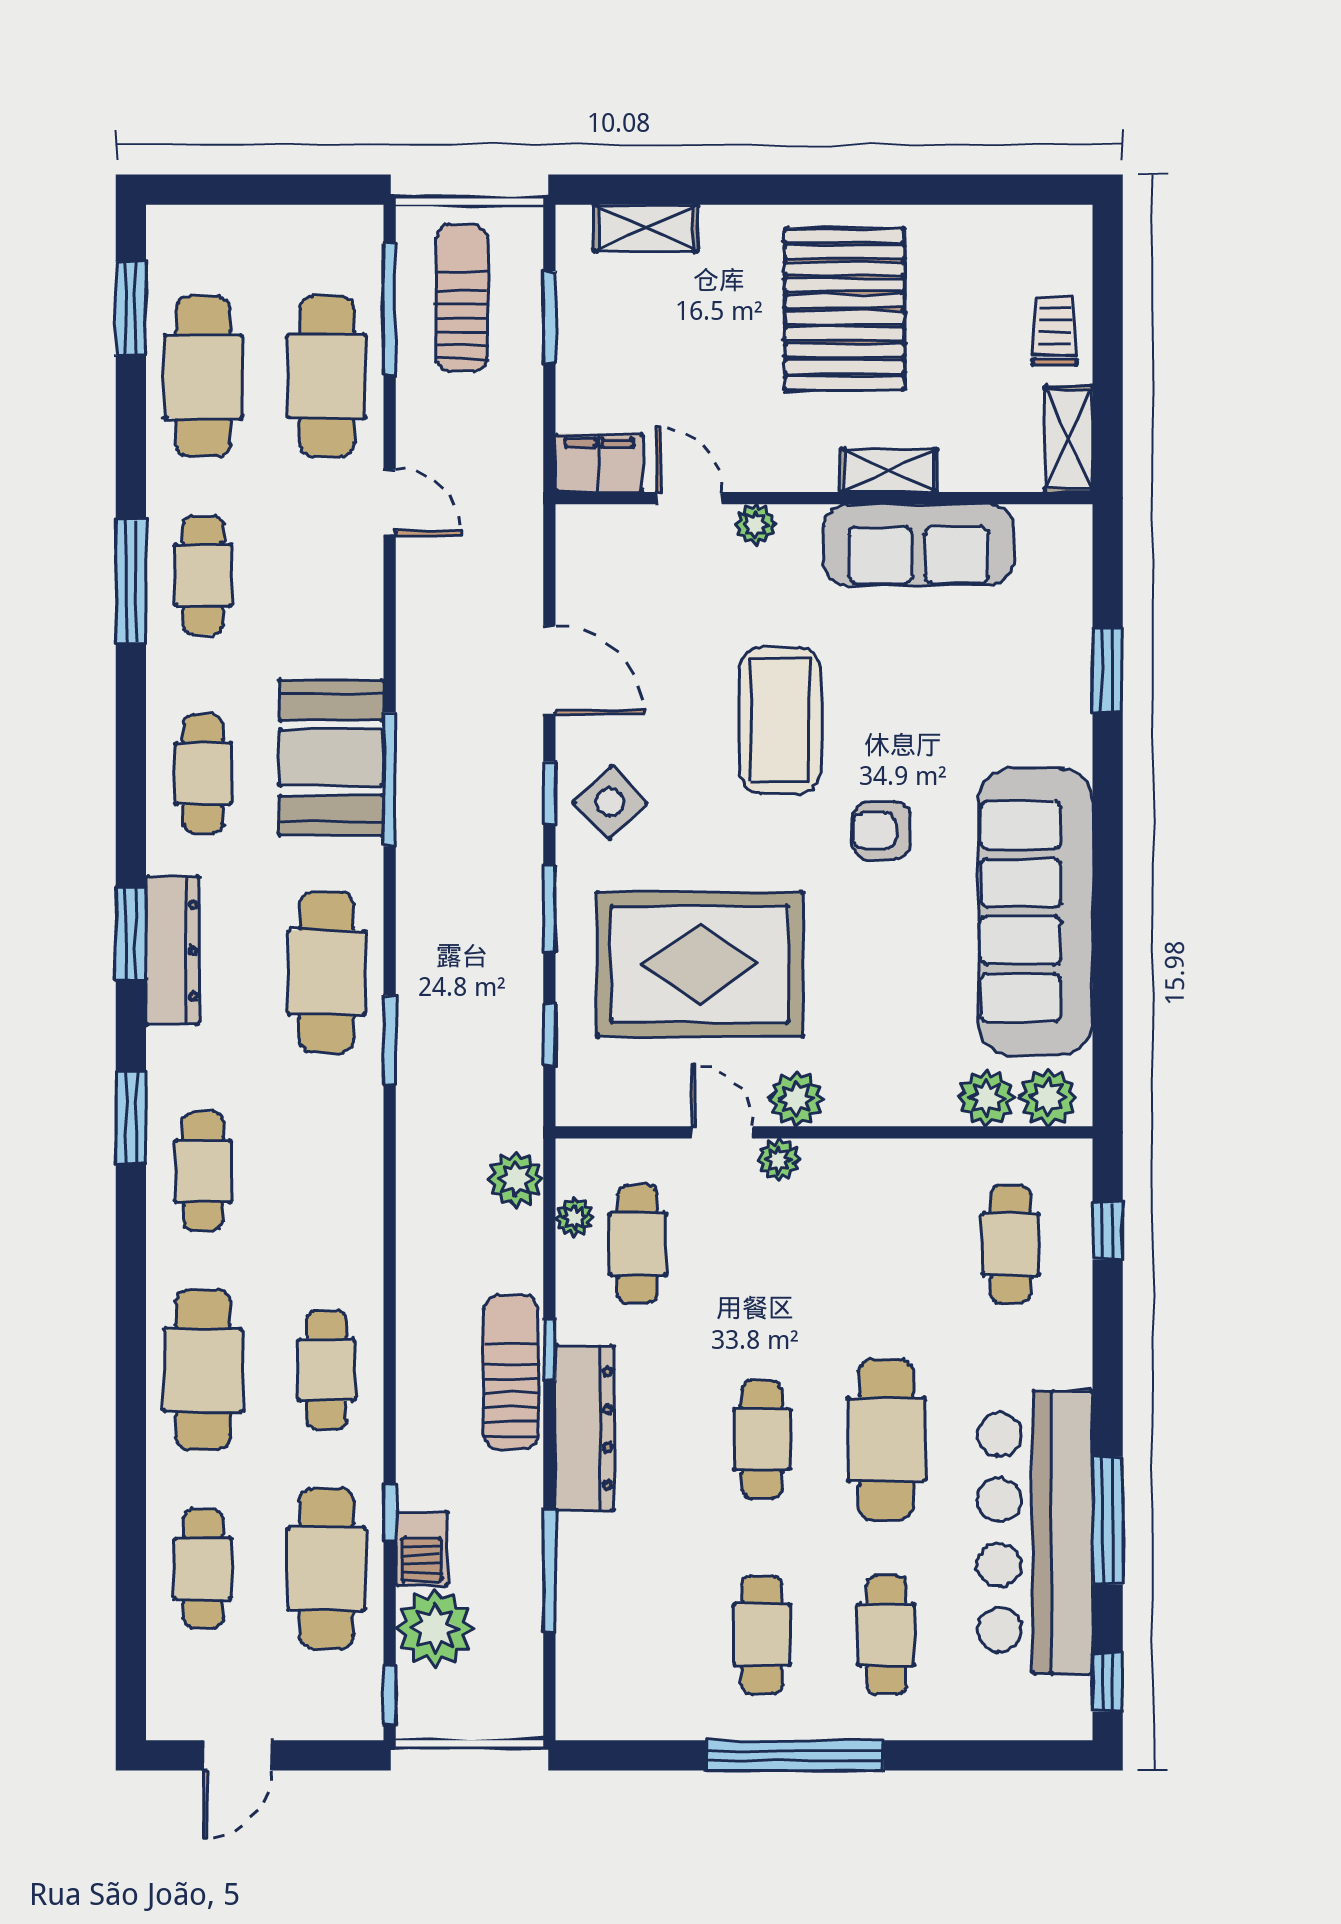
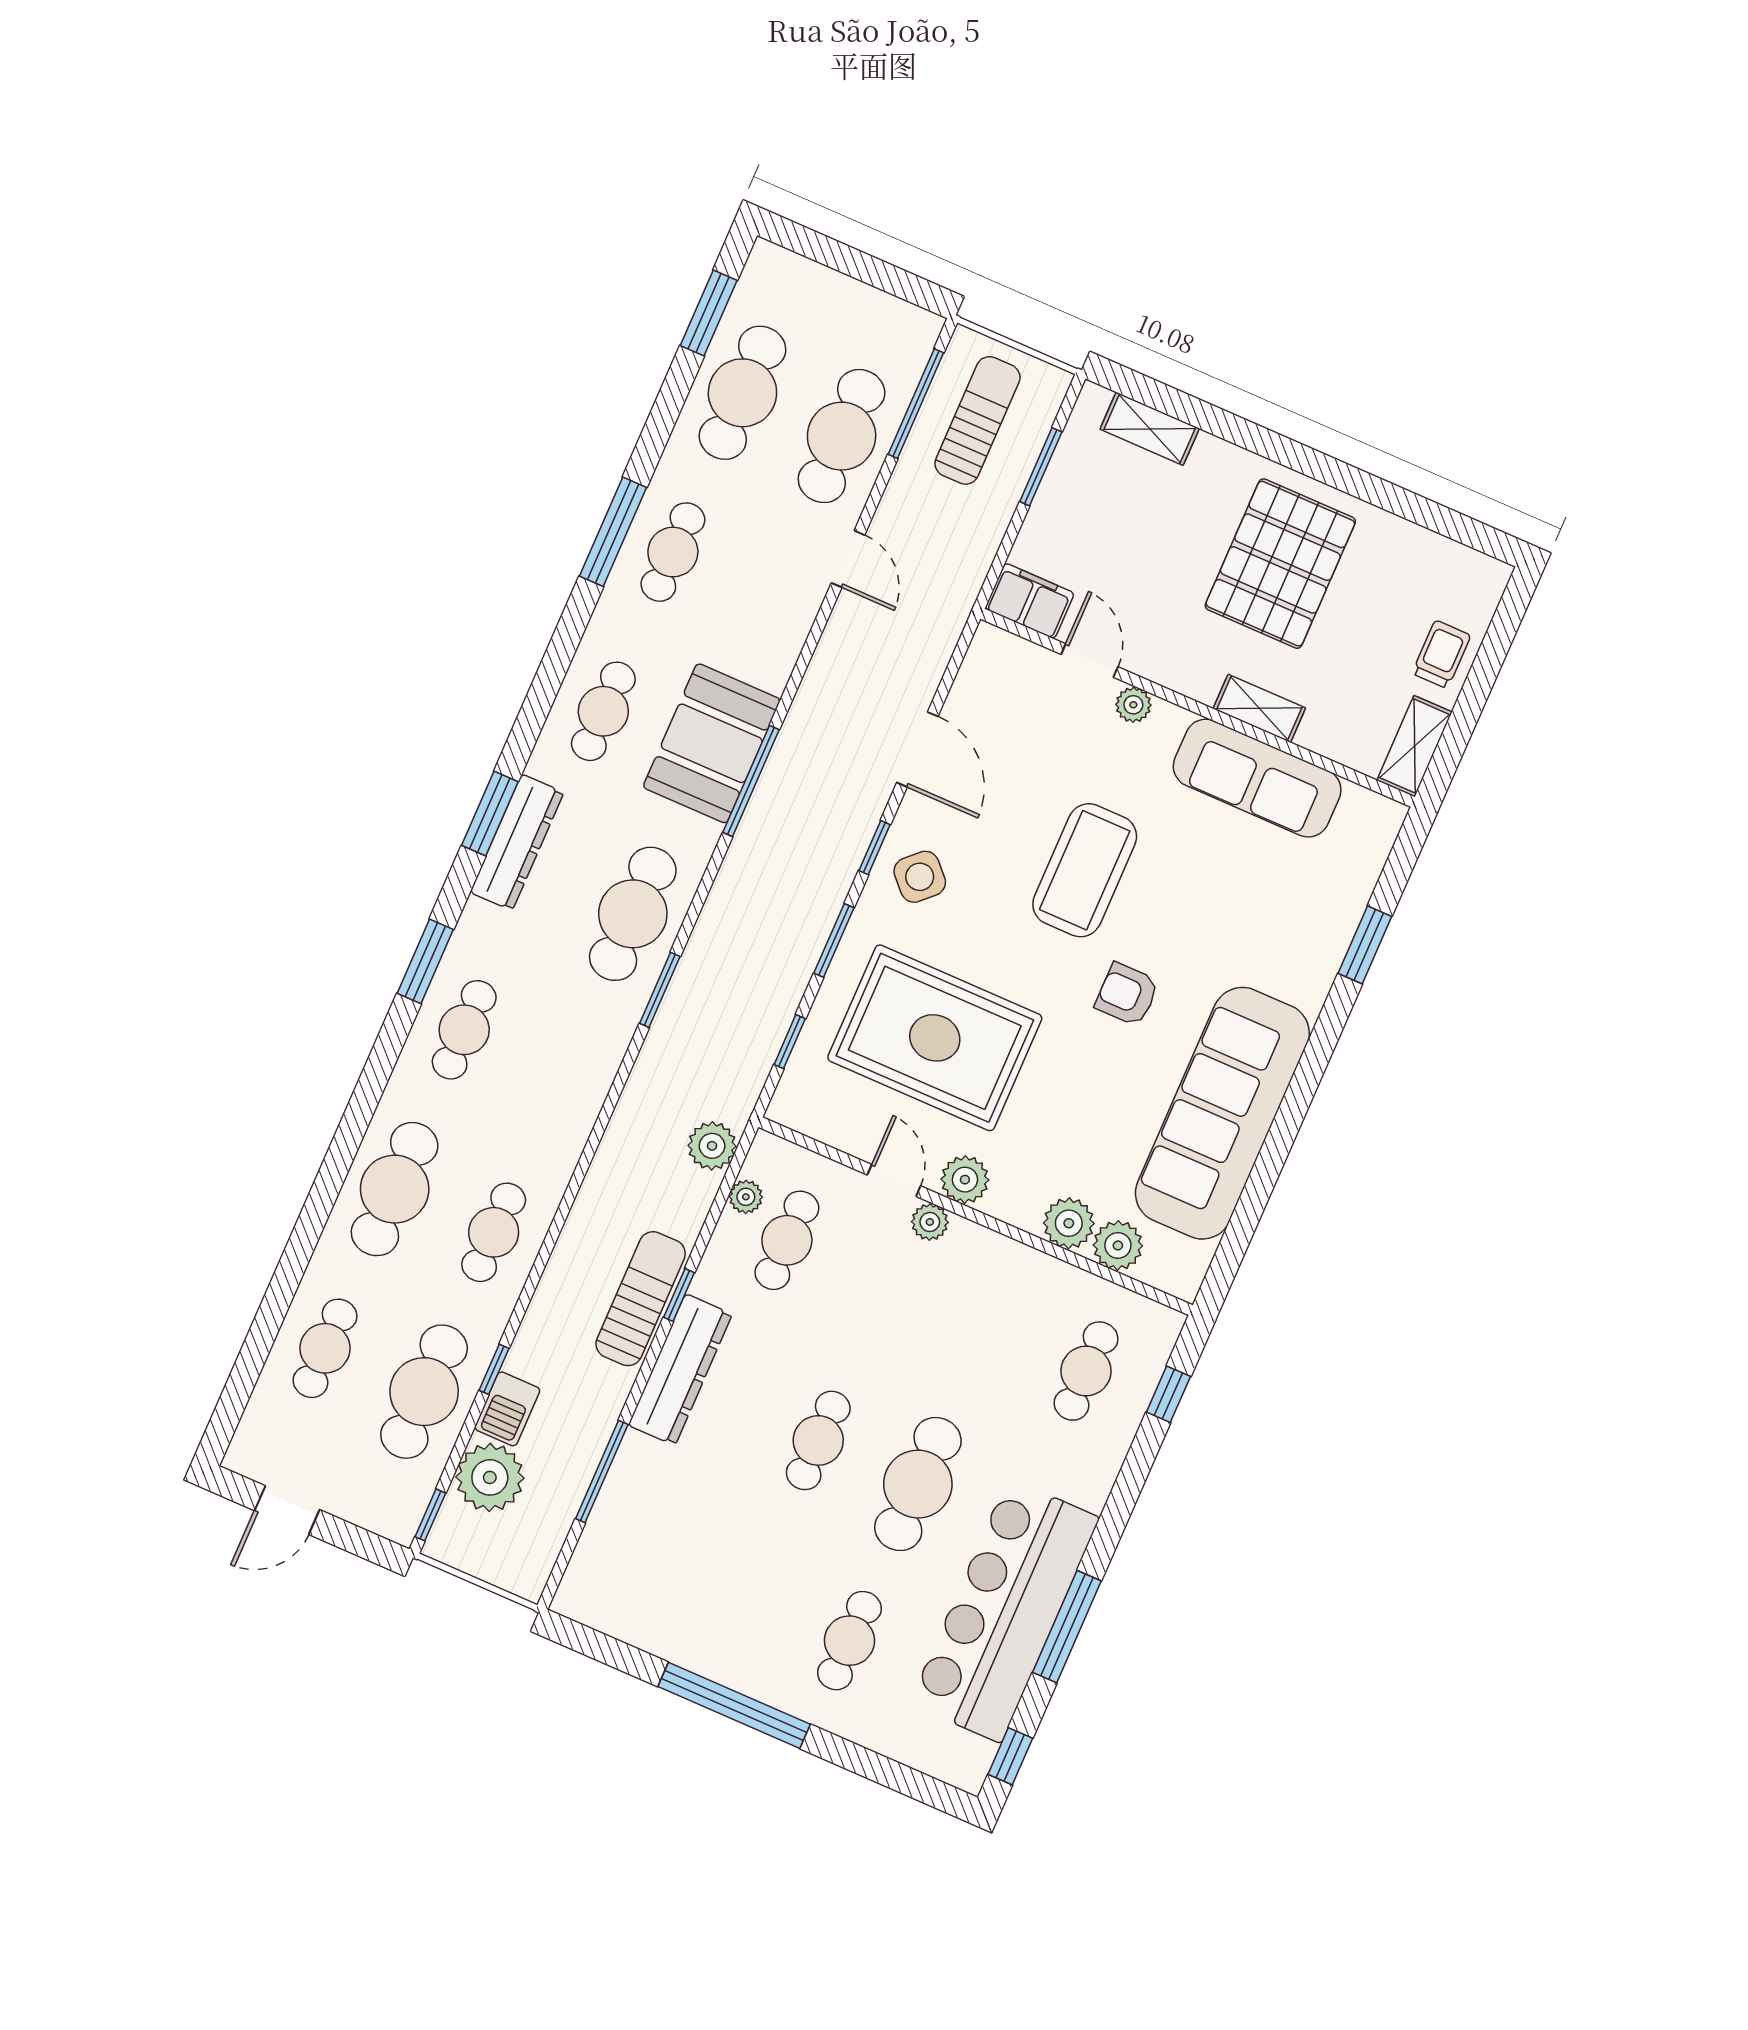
plant: (1048, 1097) -> (1069, 1223), moved
cafe table: (762, 1635) -> (750, 1597), removed

